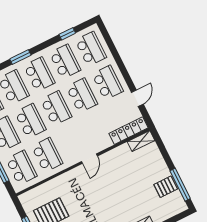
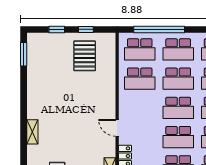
door: (89, 159) -> (117, 128), moved

